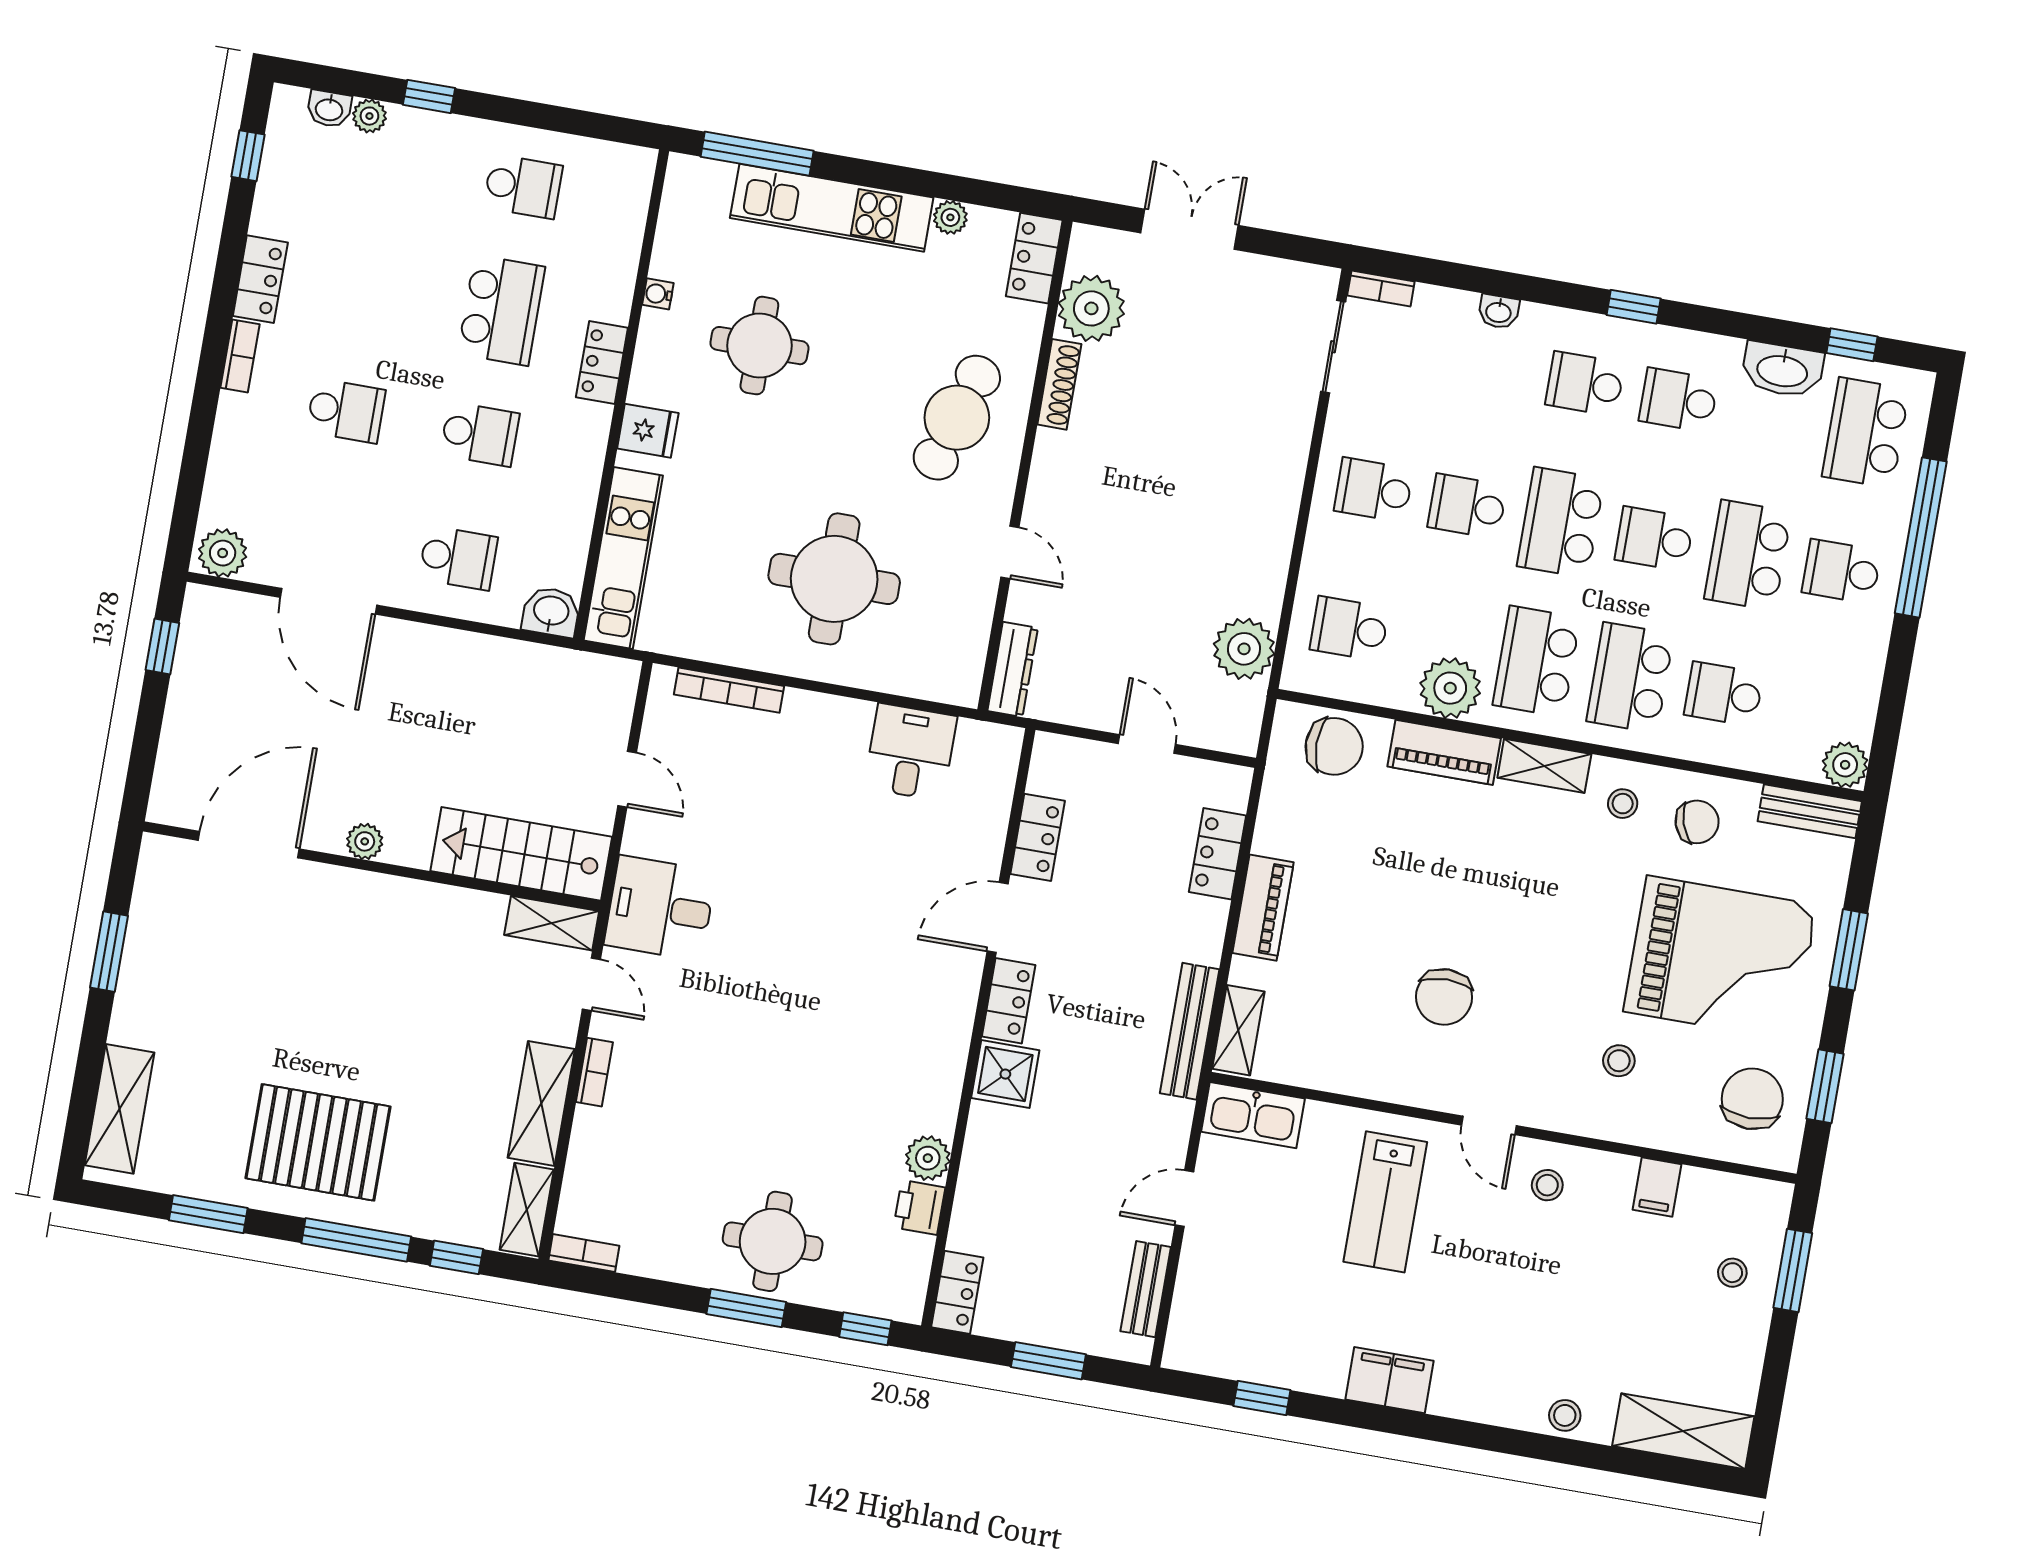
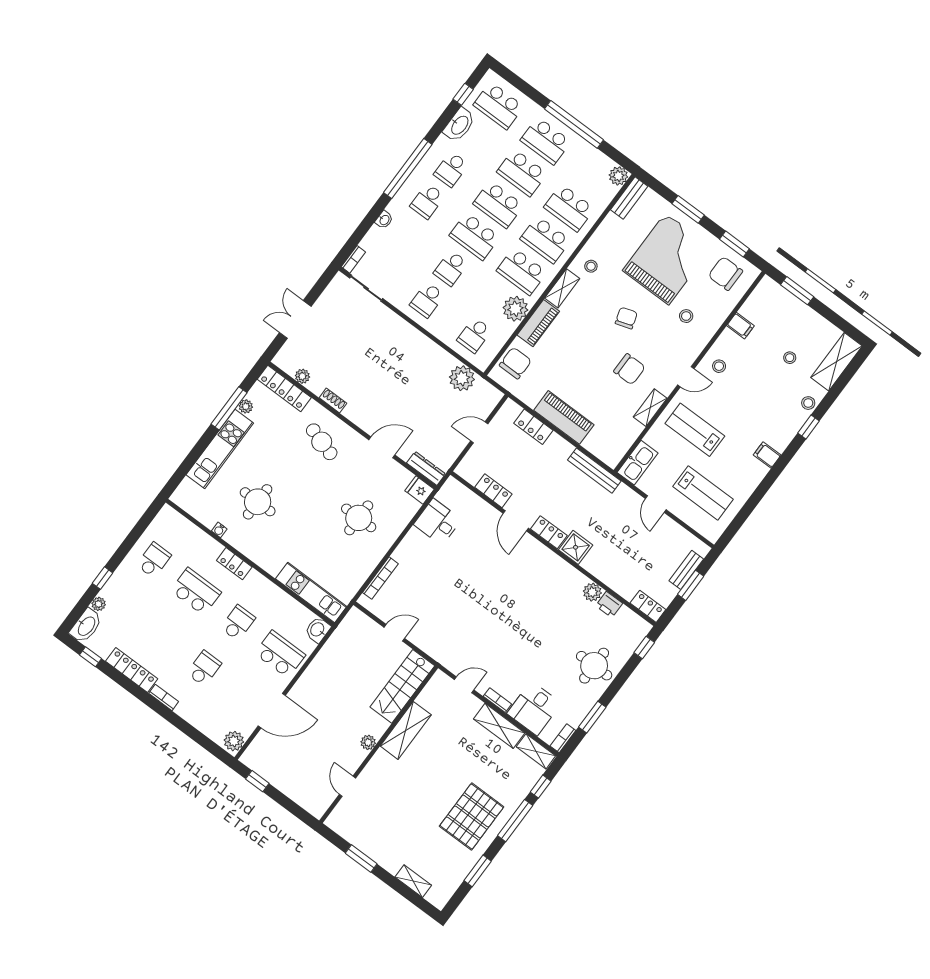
washbasin: (329, 109) -> (86, 626), width x1.91, depth x1.45
window: (757, 154) -> (229, 408), moved
locker: (1034, 258) -> (284, 388), width x1.53
locker: (260, 279) -> (132, 670), width x1.53
window: (1634, 307) -> (408, 169), width x3.17
plant: (1091, 308) -> (302, 376), width x0.53, depth x0.53
shoe rack: (1059, 384) -> (333, 401), width x0.70
cafe table: (957, 418) -> (322, 442), width x0.73, depth x0.74
fridge: (648, 431) -> (419, 490), moved, turned -90
window: (1921, 537) -> (574, 124), moved
school desk: (1654, 539) -> (498, 205), width x1.85
door: (1010, 552) -> (382, 447), width x1.38
school desk: (458, 558) -> (280, 654), width x1.85
school desk: (1841, 572) -> (546, 141), width x1.85
round table: (834, 579) -> (359, 518), width x0.73, depth x0.73
school desk: (1724, 694) -> (569, 208), width x1.85
chair: (1697, 822) -> (626, 318), moved
door: (249, 845) -> (348, 786), width x0.53
desk: (660, 908) -> (534, 708), moved
piano: (1263, 908) -> (564, 417), width x1.37, depth x1.33
shelving: (552, 923) -> (406, 730), moved, width x1.50, depth x1.33
shelving: (1238, 1030) -> (650, 408), moved, turned 90
shelving: (120, 1109) -> (413, 881), width x0.67, depth x0.75
lab bench: (1385, 1202) -> (695, 430), turned 180
stool: (1732, 1273) -> (790, 358), moved
lab bench: (1259, 1288) -> (703, 493), added
bench: (1146, 1289) -> (686, 570), moved, turned 90
window: (746, 1308) -> (592, 717), moved
filing cabinet: (1390, 1380) -> (767, 455), width x0.50
window: (1262, 1398) -> (808, 427), moved

